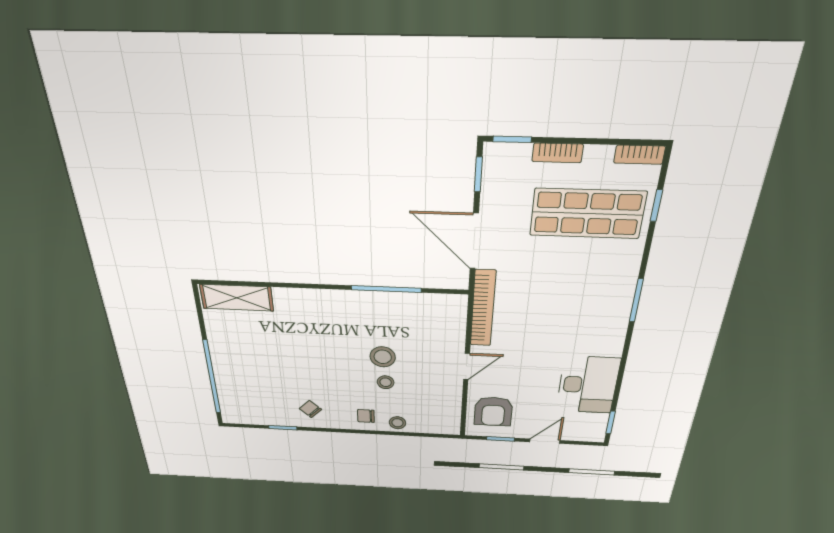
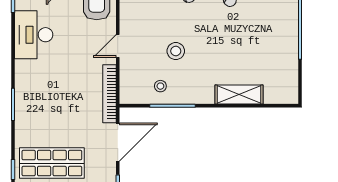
door: (474, 241) -> (118, 142), hinge flipped
shelving: (237, 298) -> (239, 94), moved
stool: (386, 382) -> (160, 86), moved

